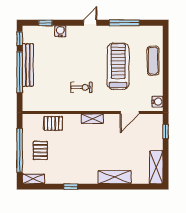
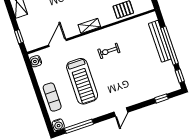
window: (124, 23) -> (79, 126), moved
water cooler: (60, 31) -> (58, 125), moved
bench: (28, 65) -> (160, 41), moved

